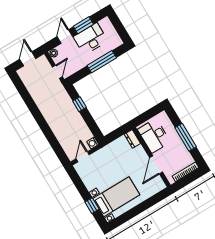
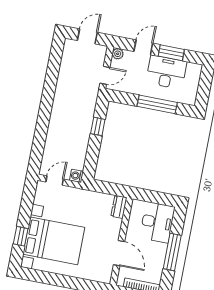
desk: (154, 136) -> (157, 222), moved, turned 180
door: (156, 165) -> (119, 253), swing flipped
bed with nightstands: (116, 197) -> (54, 241), width x1.36

